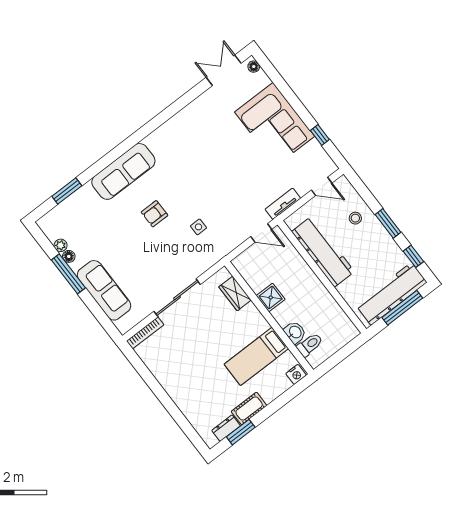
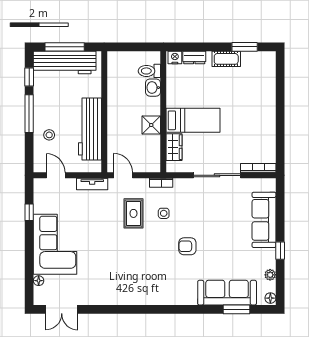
floor lamp: (254, 67) -> (39, 281), moved
sofa: (123, 171) -> (227, 293), moved
rug: (226, 206) -> (133, 213), added
armchair: (154, 214) -> (187, 246), turned 180
window: (388, 223) -> (29, 114), width x1.44
bookcase: (222, 253) -> (161, 183), added
floor lamp: (69, 256) -> (270, 298), moved
window: (68, 274) -> (280, 251), width x0.46
bed: (256, 356) -> (193, 120), moved
dresser: (226, 428) -> (194, 58), moved

